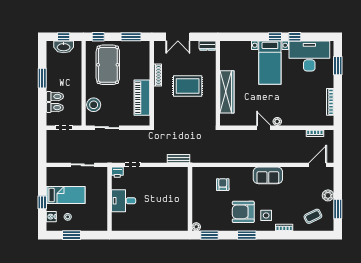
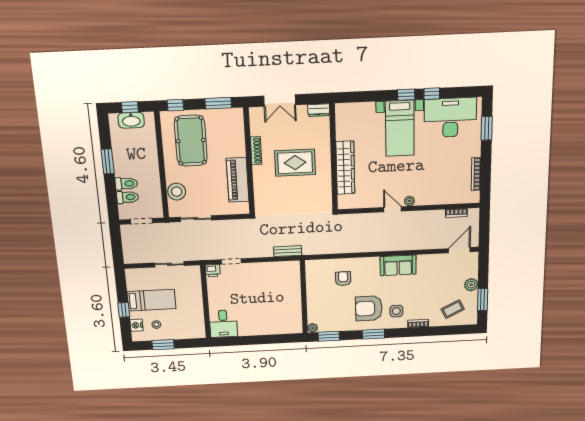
desk: (124, 201) -> (223, 324), moved, turned -90

